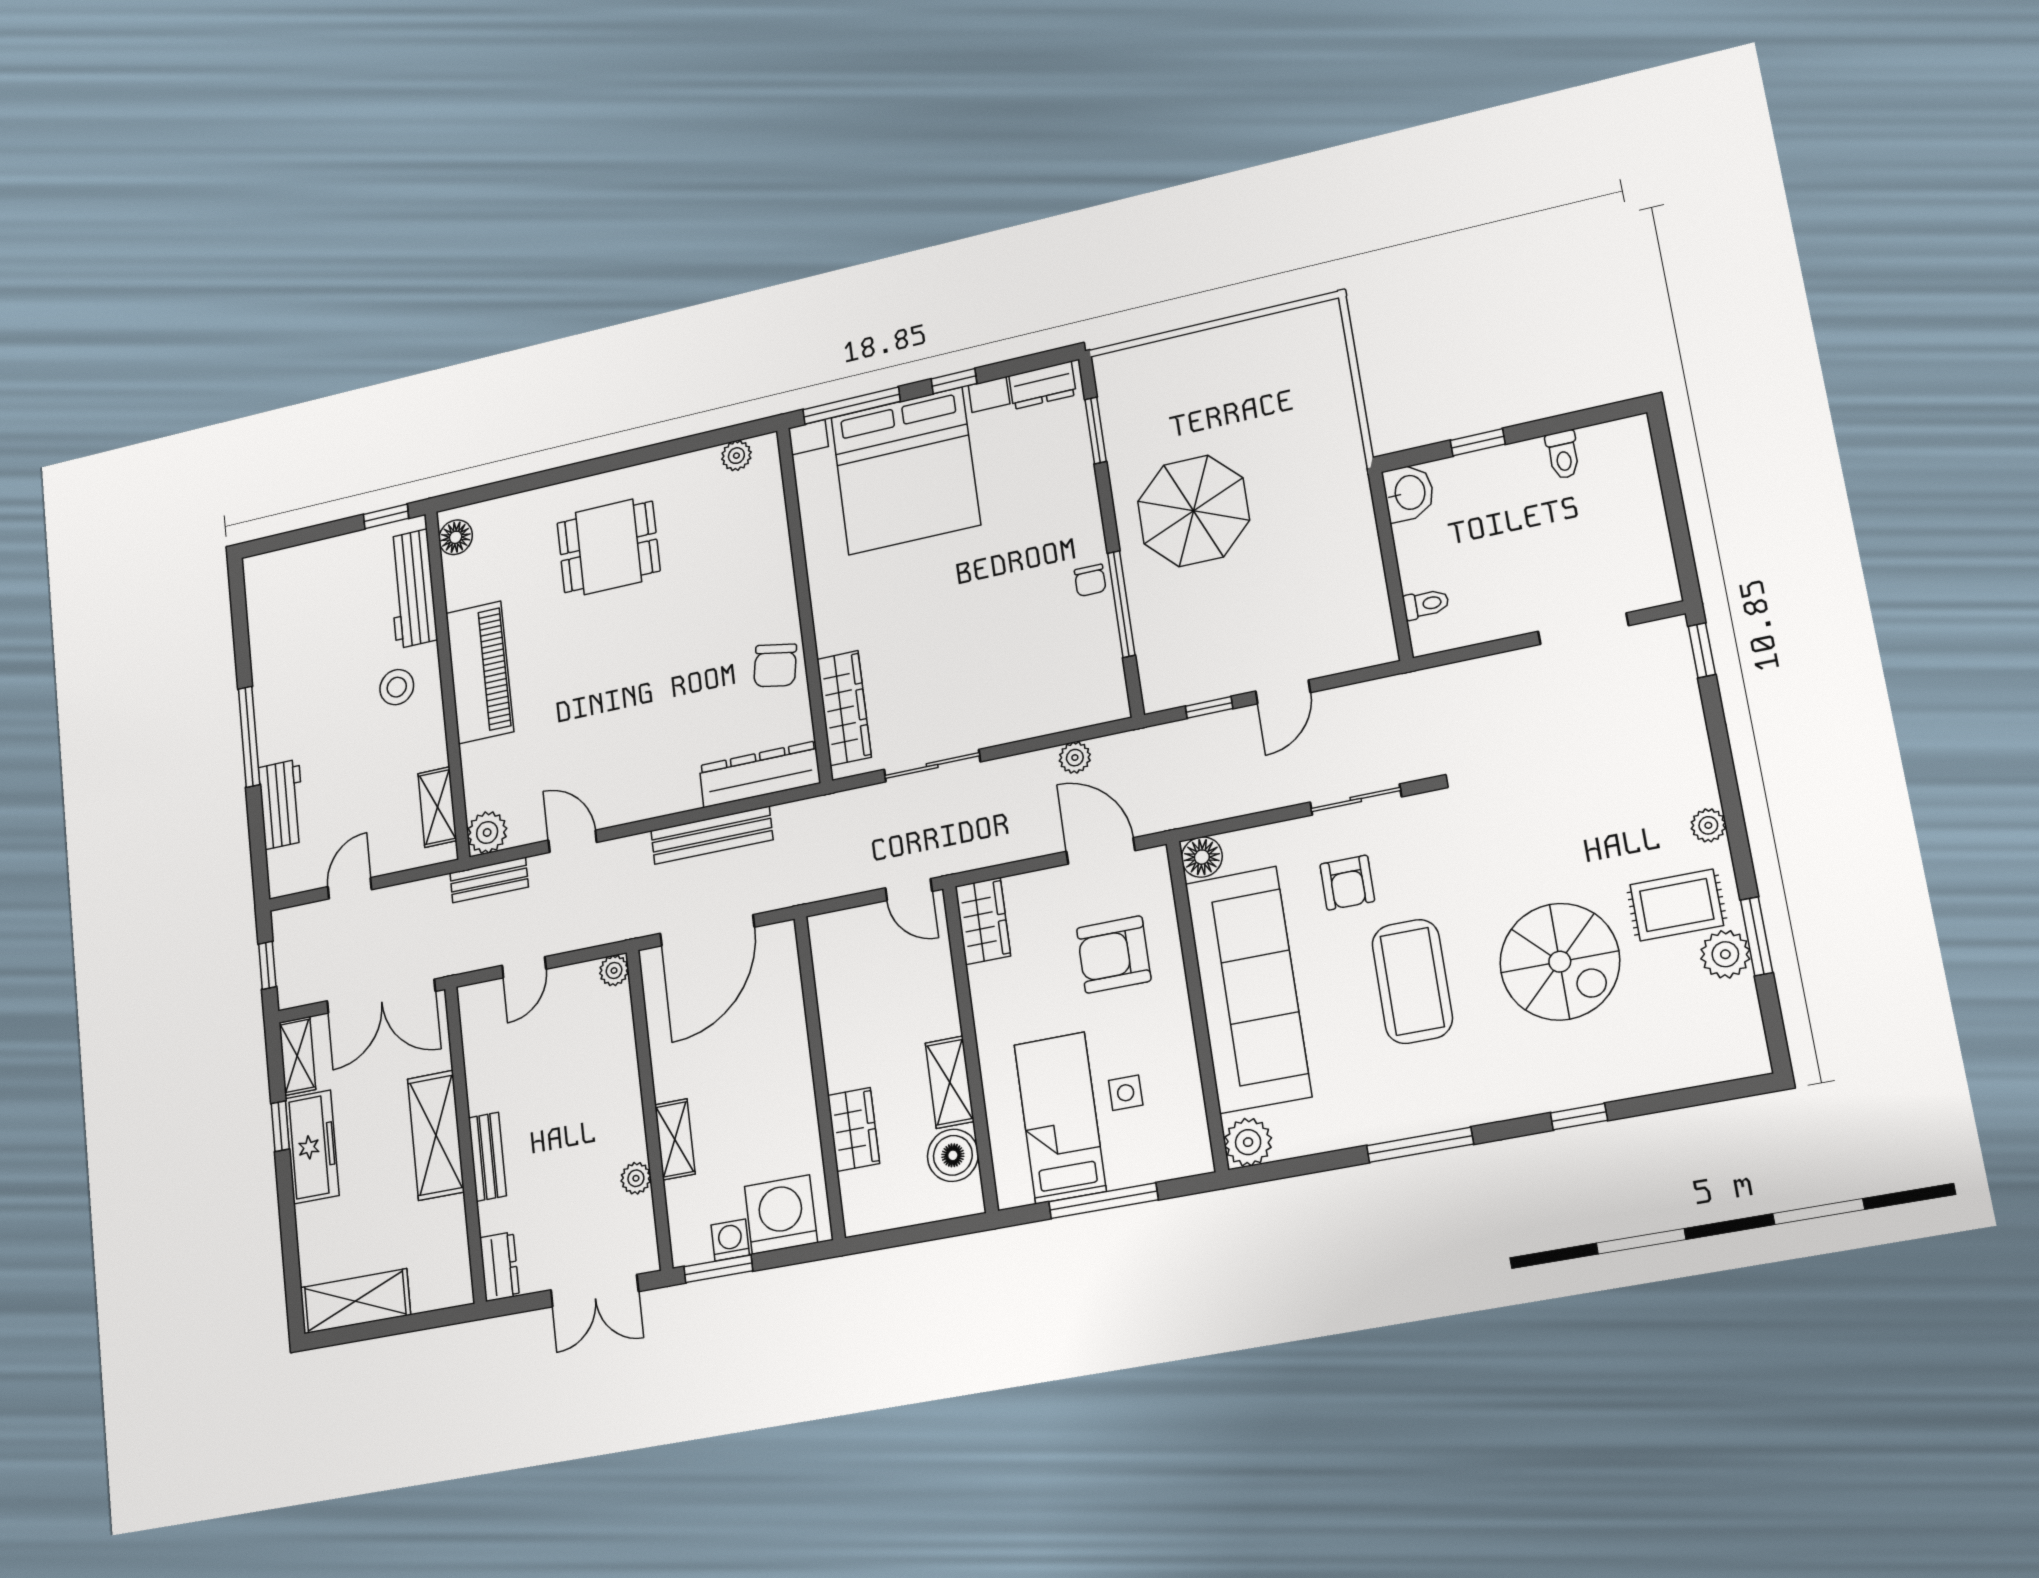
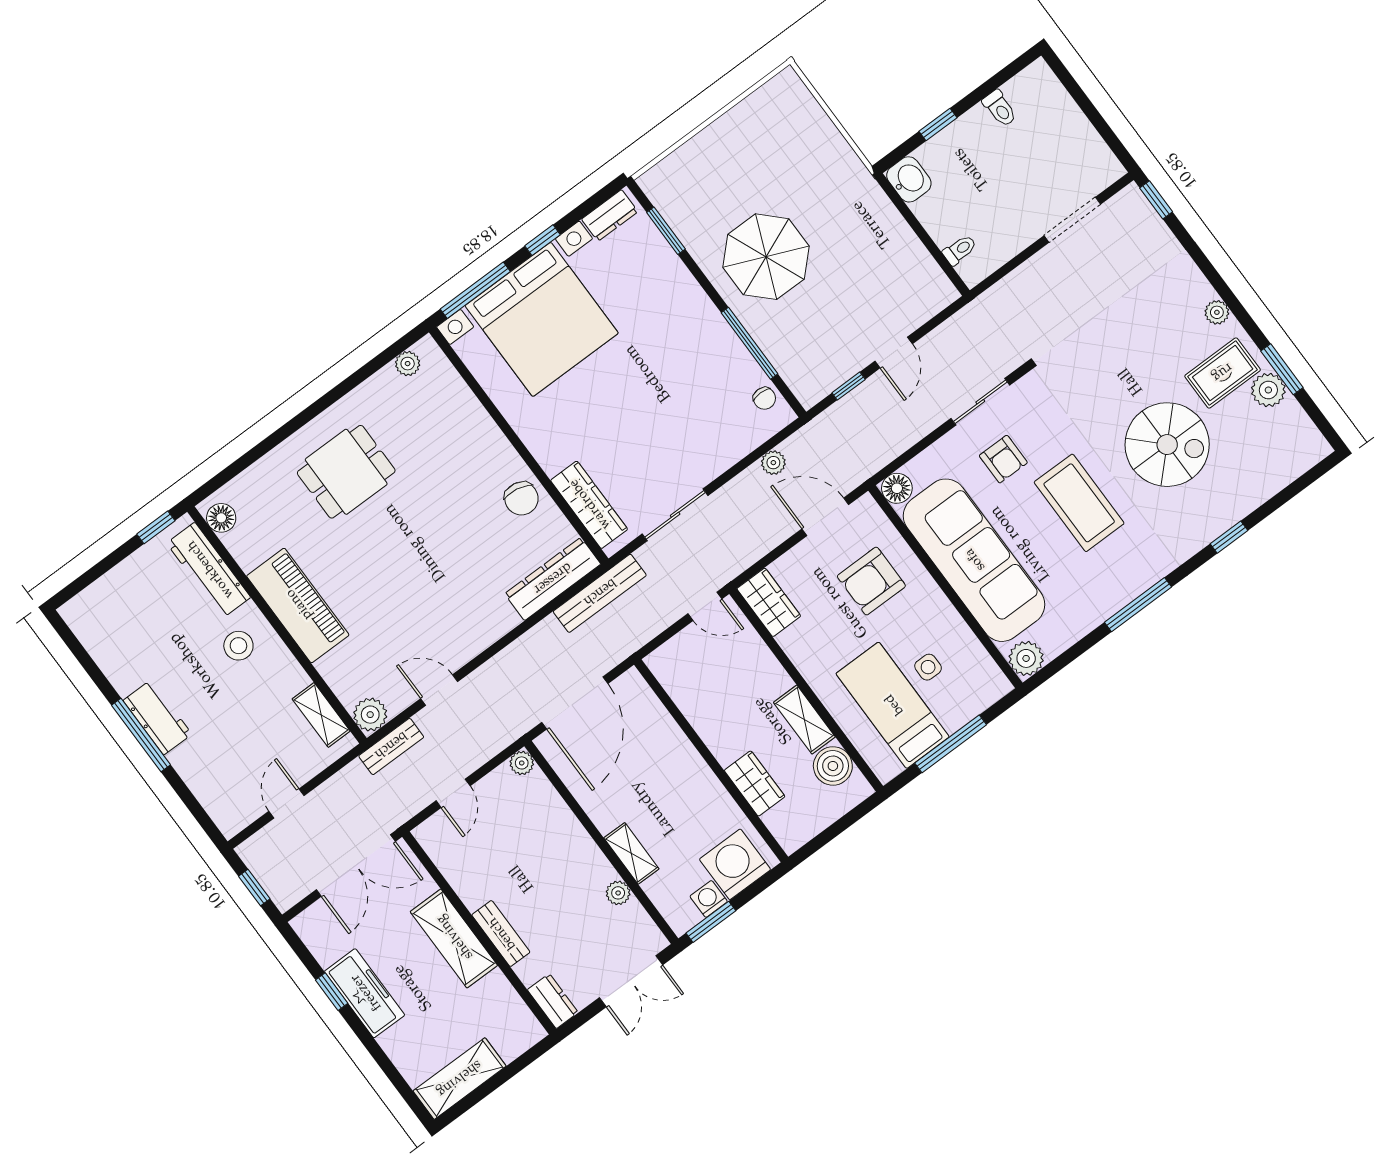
chair: (1090, 580) -> (764, 398), moved
workbench: (282, 804) -> (157, 717), moved
bench: (712, 835) -> (600, 593), moved
shelving: (297, 1056) -> (316, 938), removed

